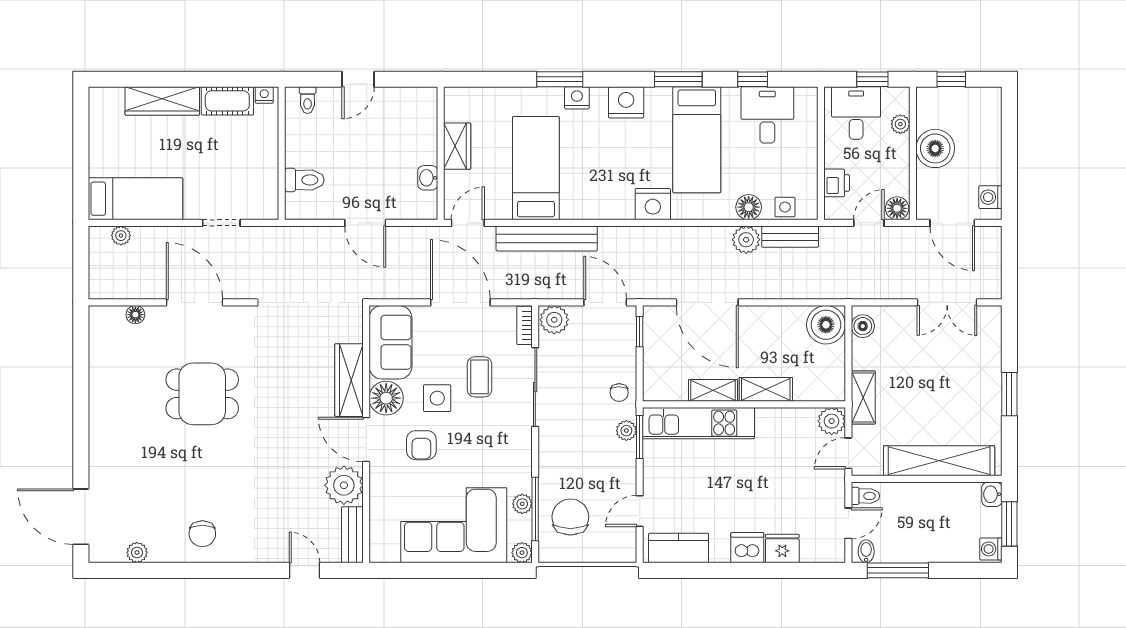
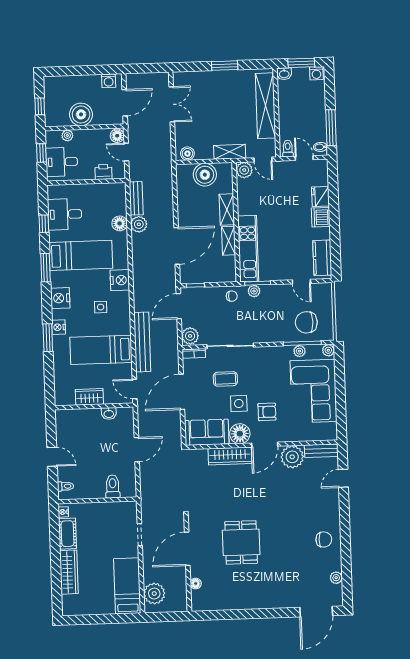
side table: (785, 207) -> (101, 307), moved
plant: (121, 236) -> (154, 594), width x1.88, depth x1.88
boiler: (826, 325) -> (205, 175), moved

